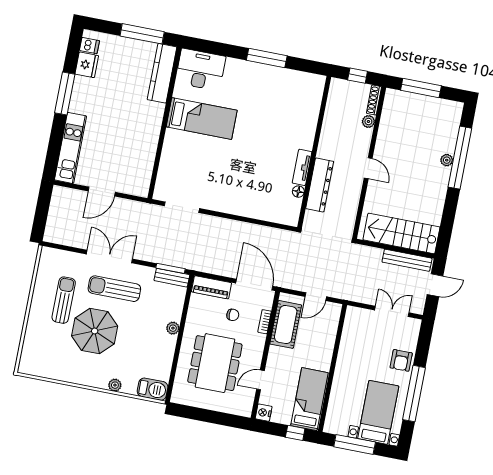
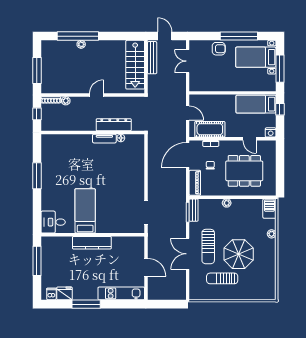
desk: (200, 70) -> (53, 222), width x0.73
kitchen counter: (162, 73) -> (92, 243), moved

